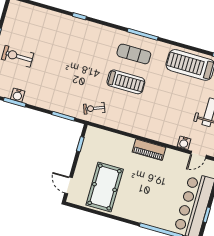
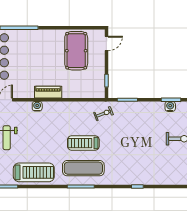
exercise mat: (134, 54) -> (83, 168), width x1.36, depth x1.45
water cooler: (184, 143) -> (37, 106), moved
door: (69, 185) -> (107, 43), hinge flipped

